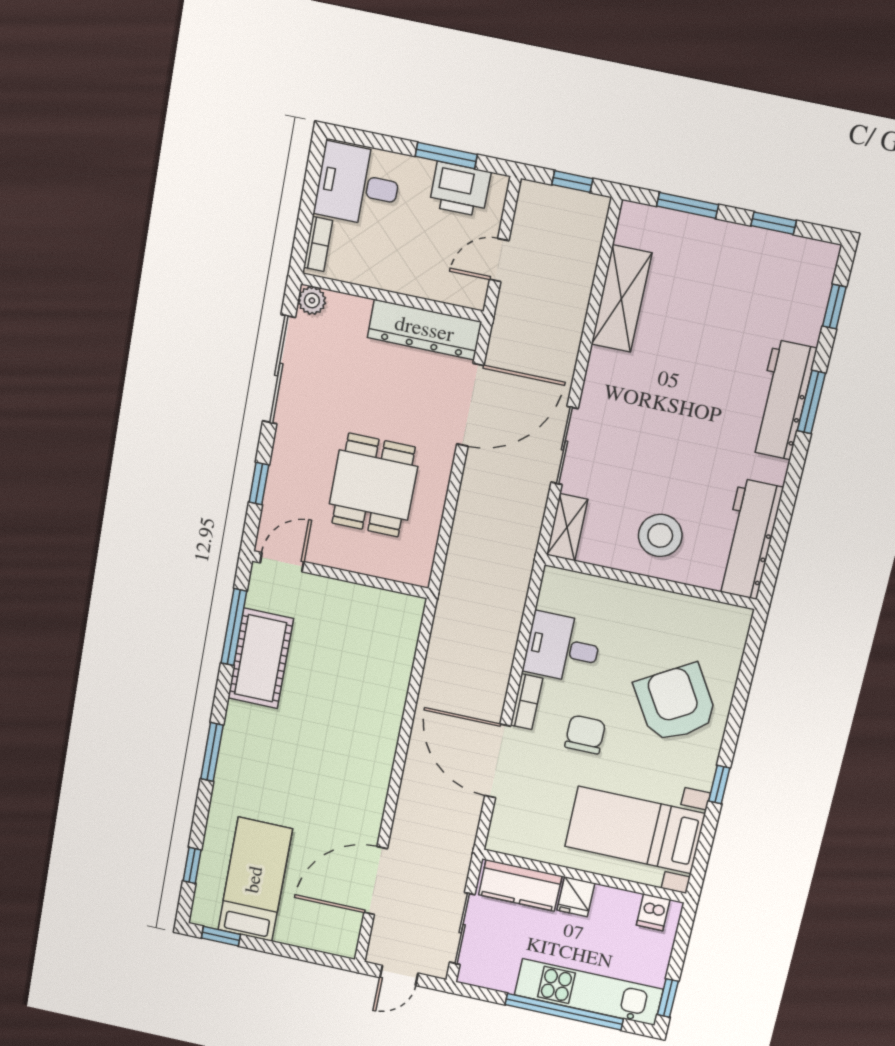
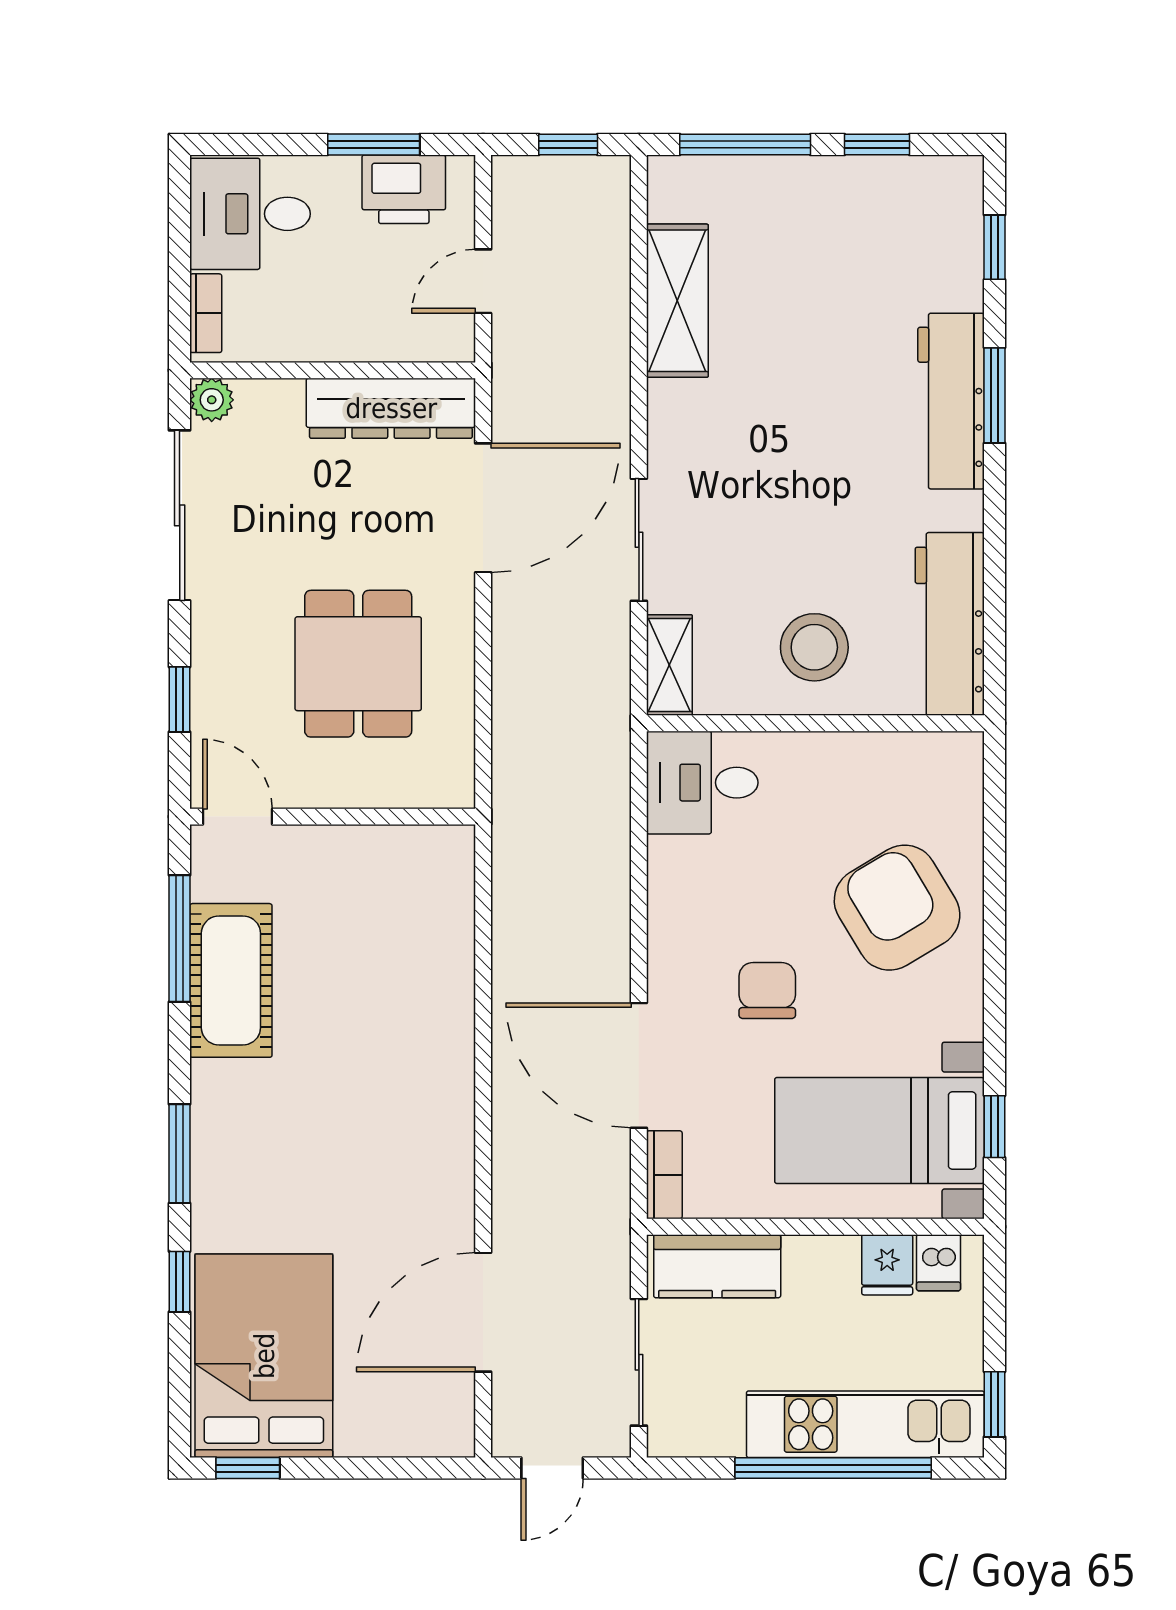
window: (687, 205) -> (745, 145), width x1.44
door: (282, 562) -> (238, 817), hinge flipped
desk: (562, 648) -> (702, 783), moved
bookcase: (526, 702) -> (664, 1175), moved
window: (719, 785) -> (994, 1127), moved
window: (192, 865) -> (180, 1282), moved
bed: (255, 880) -> (264, 1356), width x1.50
fridge: (576, 897) -> (887, 1265), moved

